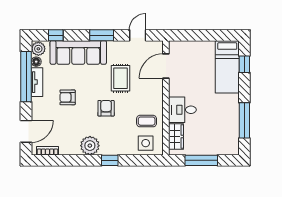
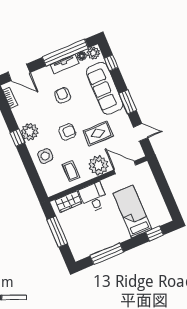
bed: (227, 67) -> (132, 211), moved, turned 90
plant: (153, 91) -> (98, 165), added
side table: (146, 143) -> (45, 156), moved
window: (110, 160) -> (17, 138), moved

